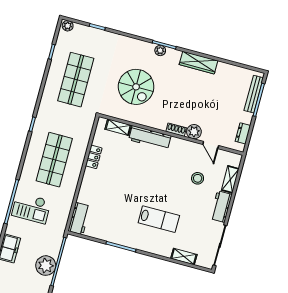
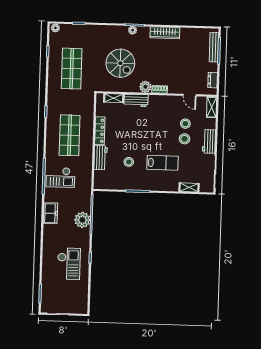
plant: (194, 132) -> (145, 87), moved
workbench: (150, 138) -> (136, 100), width x0.73
locker: (94, 157) -> (100, 131), width x1.53
shelving: (230, 179) -> (212, 107), moved
stool: (192, 196) -> (185, 139), added
stool: (118, 209) -> (129, 162), added
workbench: (79, 219) -> (101, 158), moved

